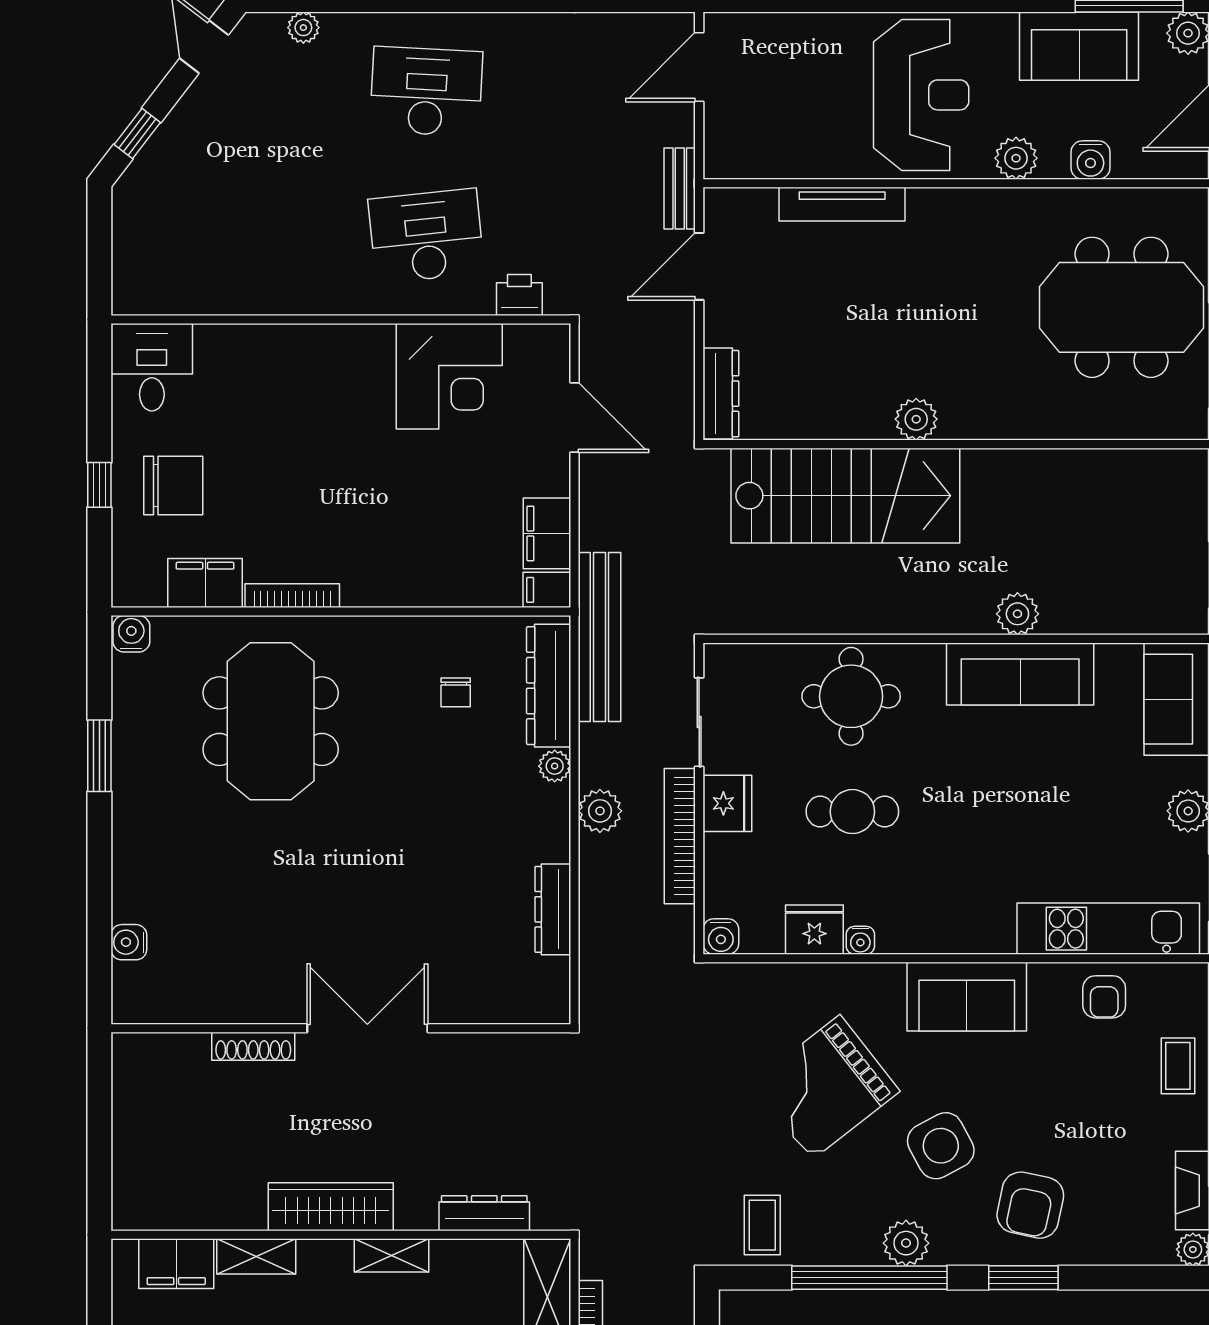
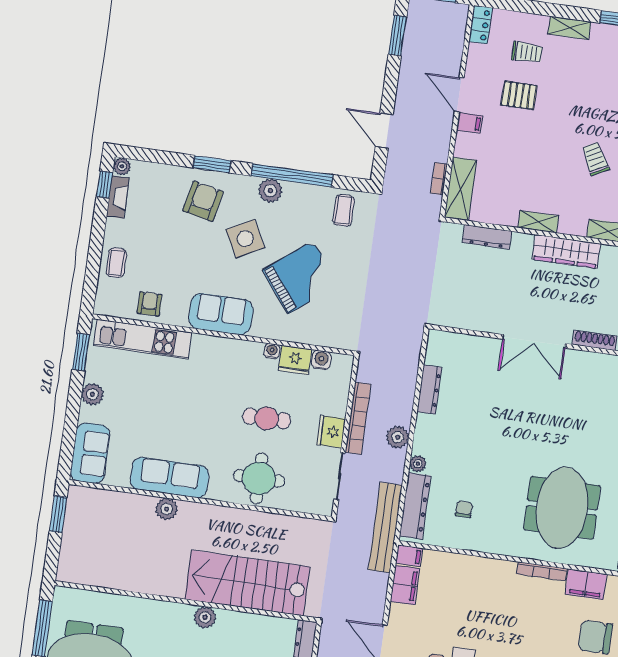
water cooler: (721, 937) -> (321, 360), moved

